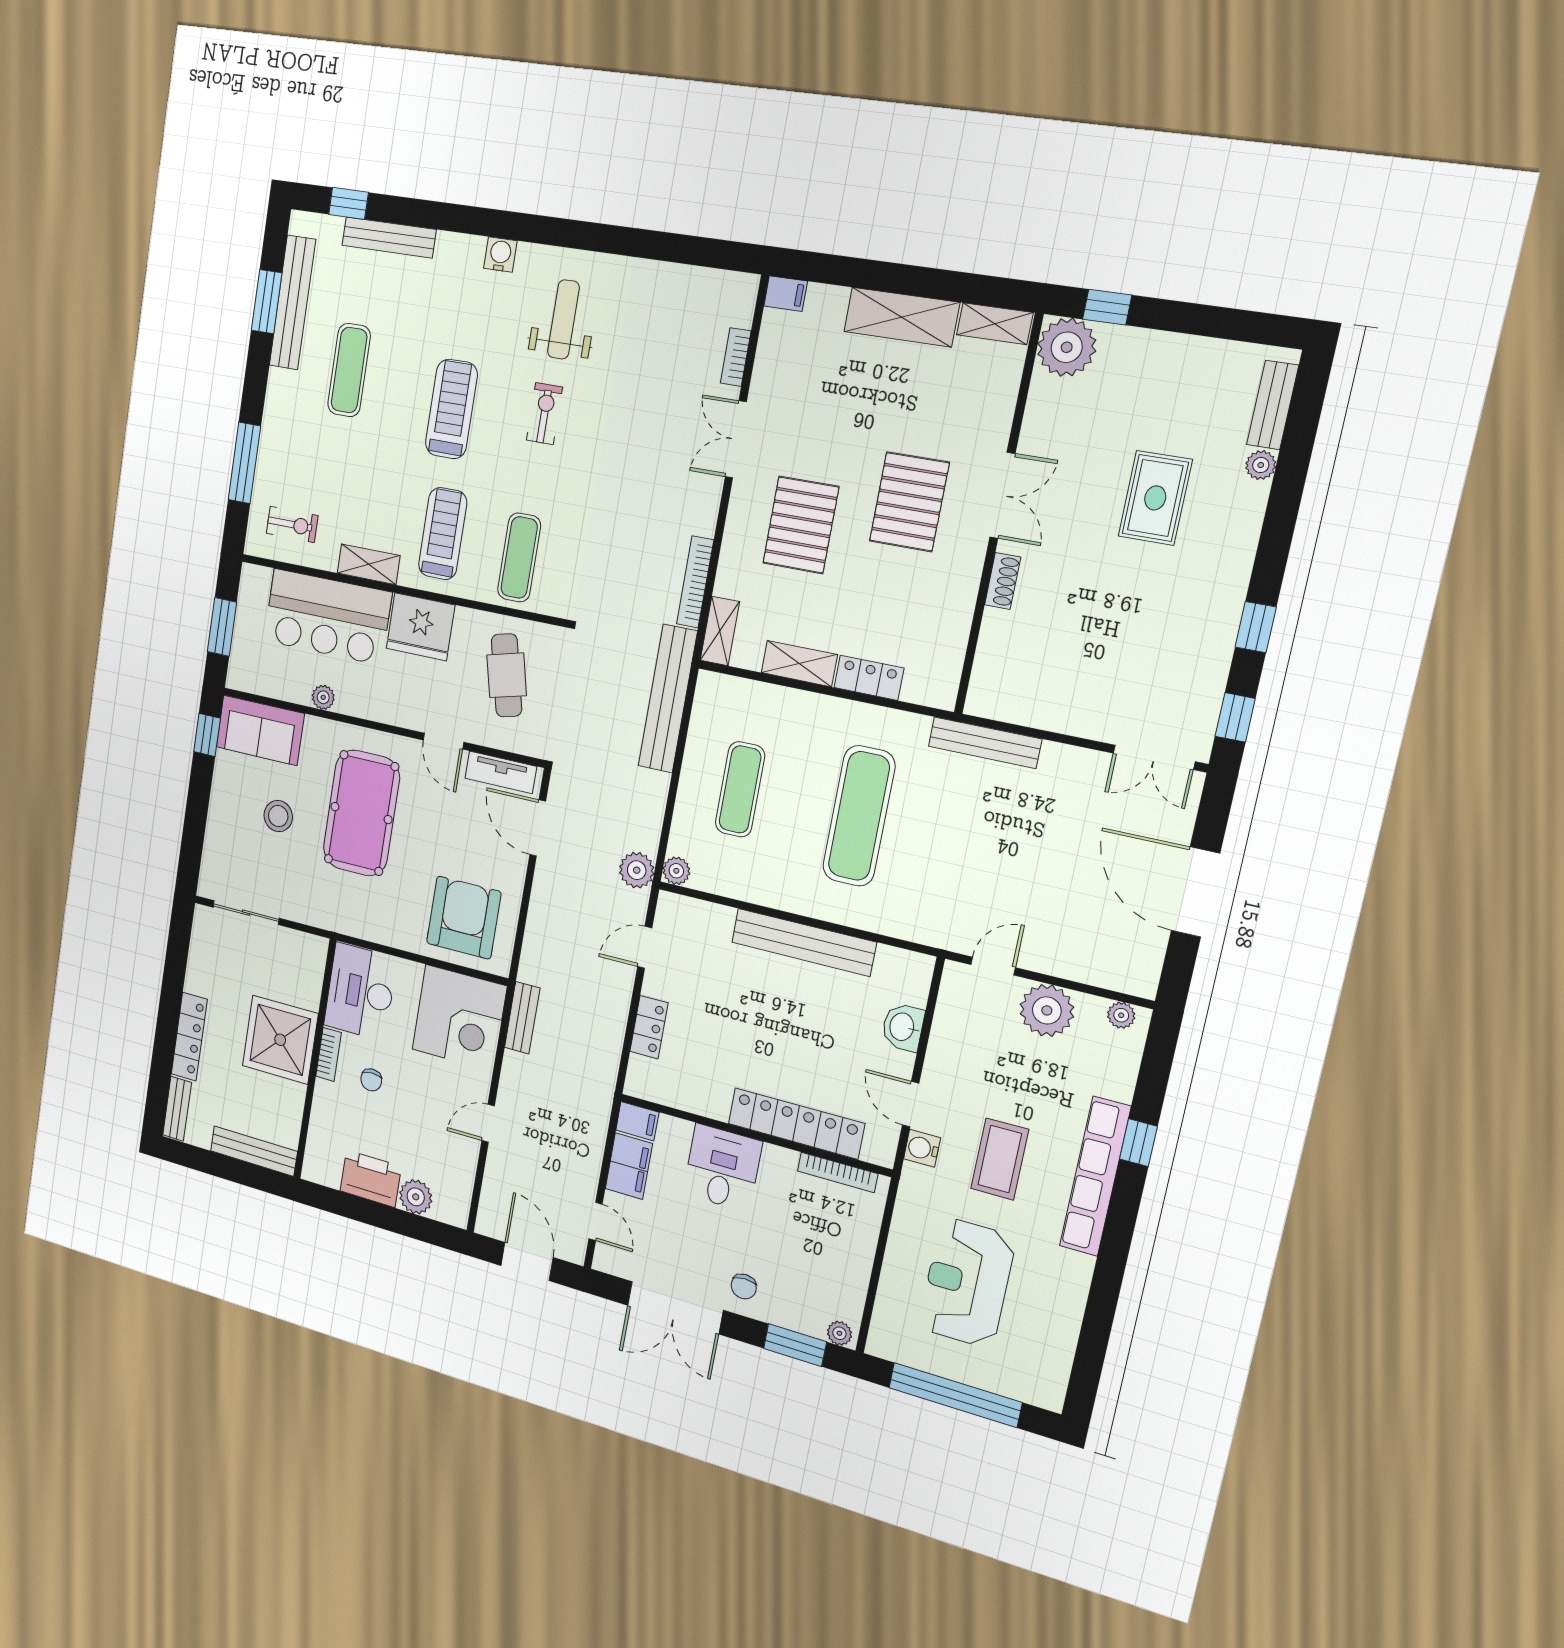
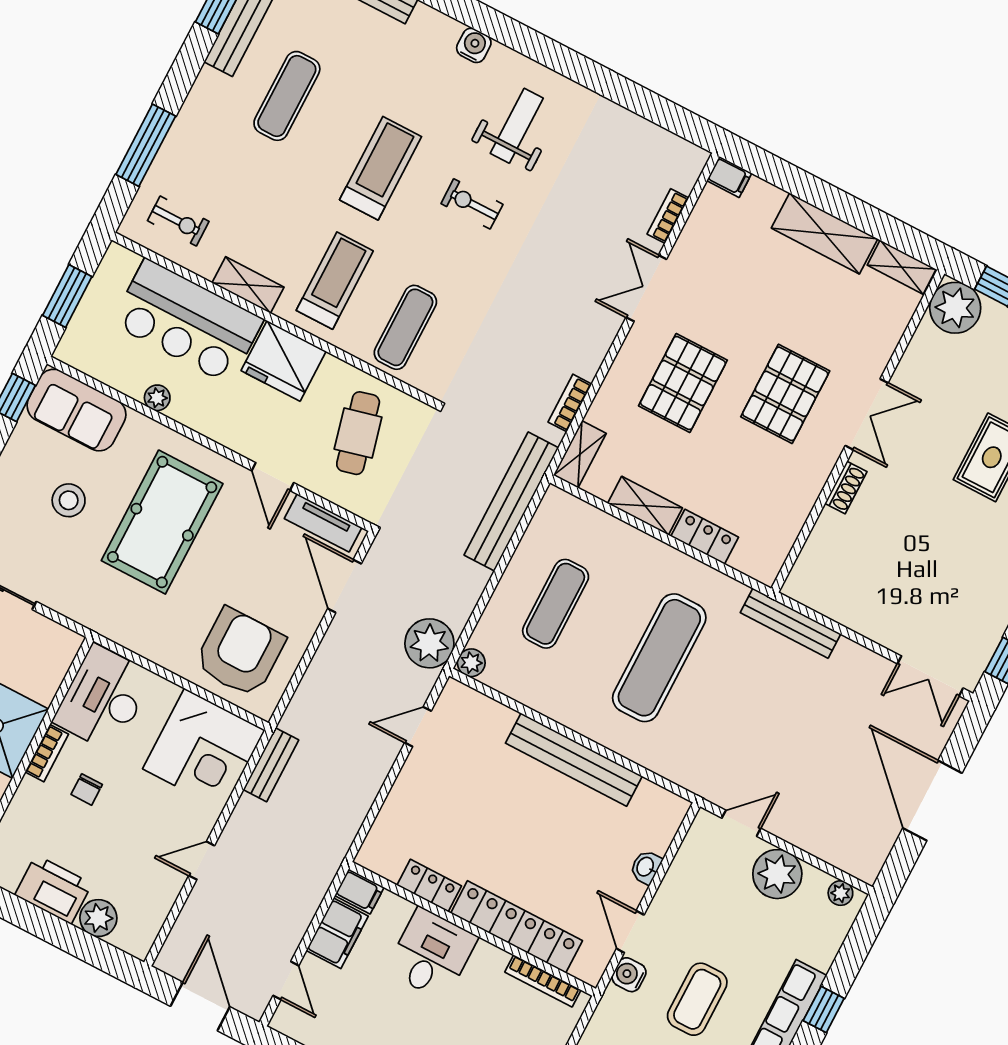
exercise bike: (544, 414) -> (472, 204), turned -90
bookcase: (695, 582) -> (570, 403), width x0.64
plant: (637, 870) -> (429, 643), width x1.36, depth x1.36
locker: (649, 1027) -> (429, 886), moved, turned -90
washbasin: (903, 1027) -> (646, 867), width x0.72, depth x0.69

